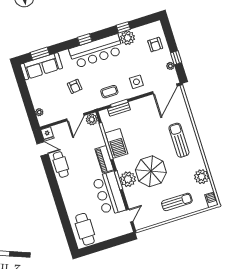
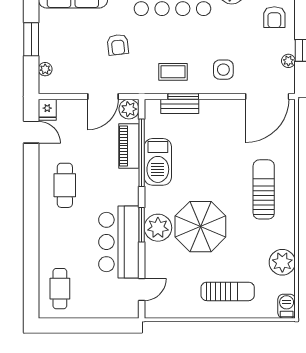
window: (26, 98) -> (31, 39), added
piano: (104, 159) -> (129, 146), moved
cafe table: (61, 165) -> (65, 185), moved
cafe table: (85, 229) -> (60, 289), width x0.73, depth x0.74

